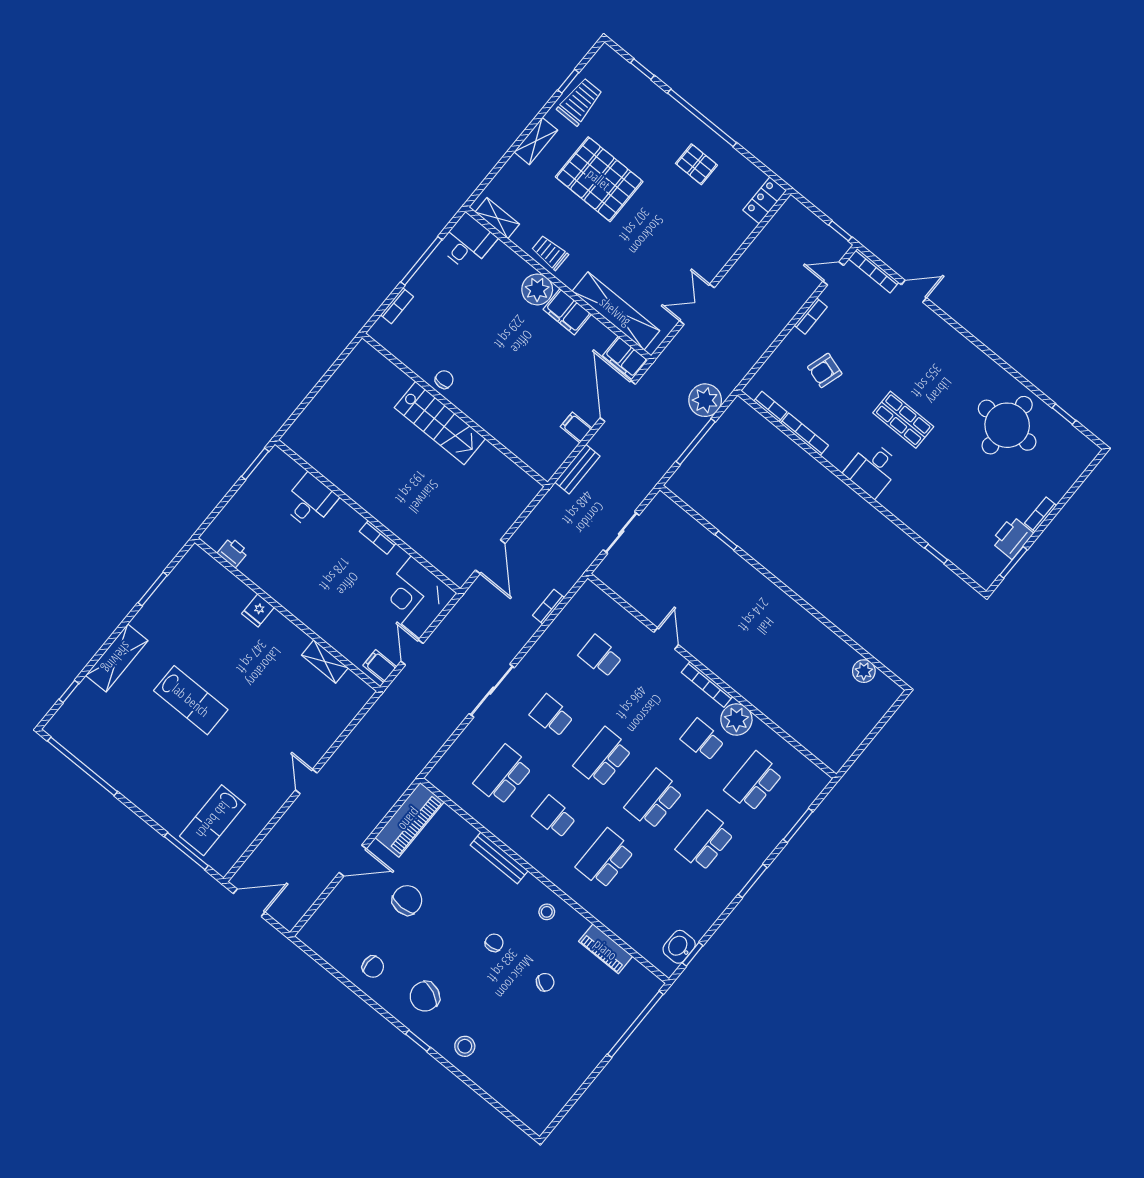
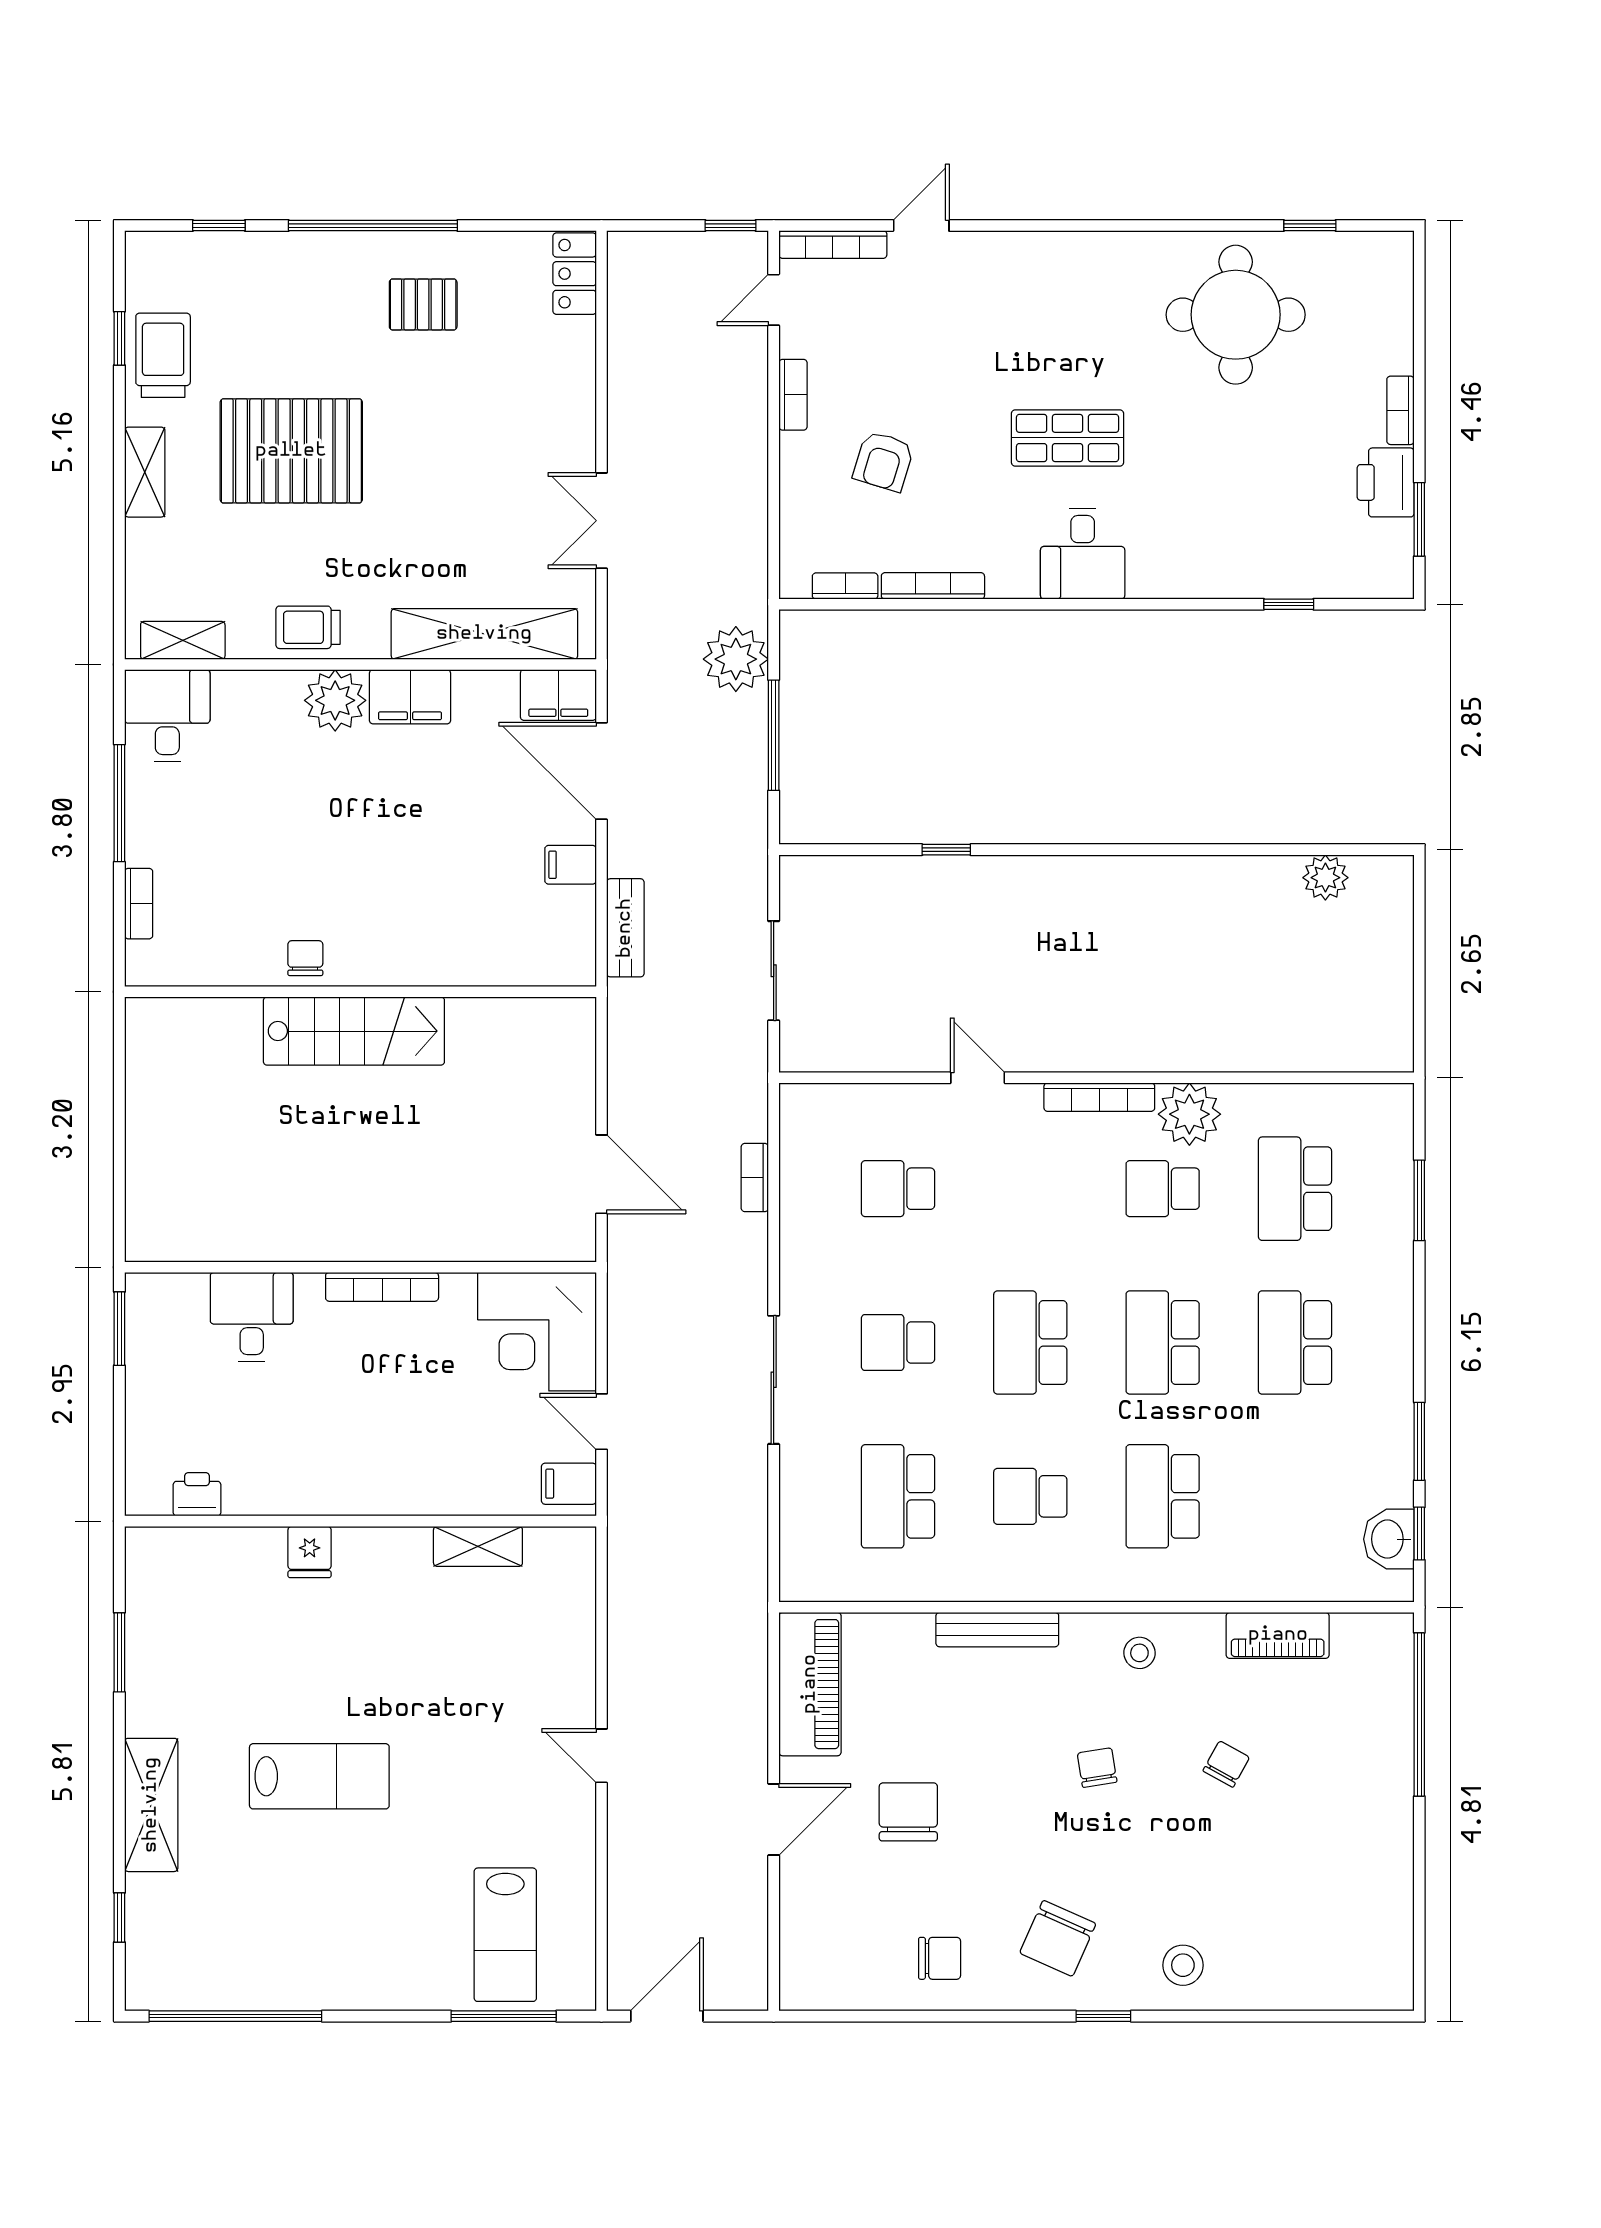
bookcase: (378, 537) -> (382, 1287), width x1.56
window: (753, 881) -> (1419, 1441), moved

